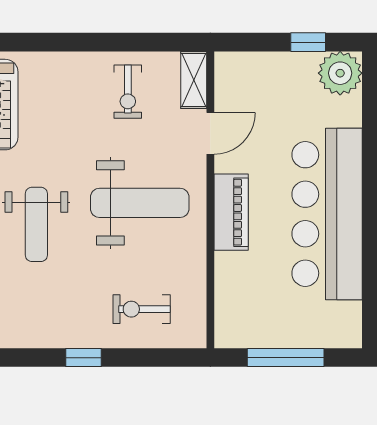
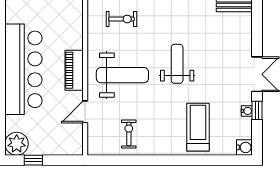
shelving: (194, 80) -> (94, 140), removed
weight bench: (140, 203) -> (122, 75), turned 180

